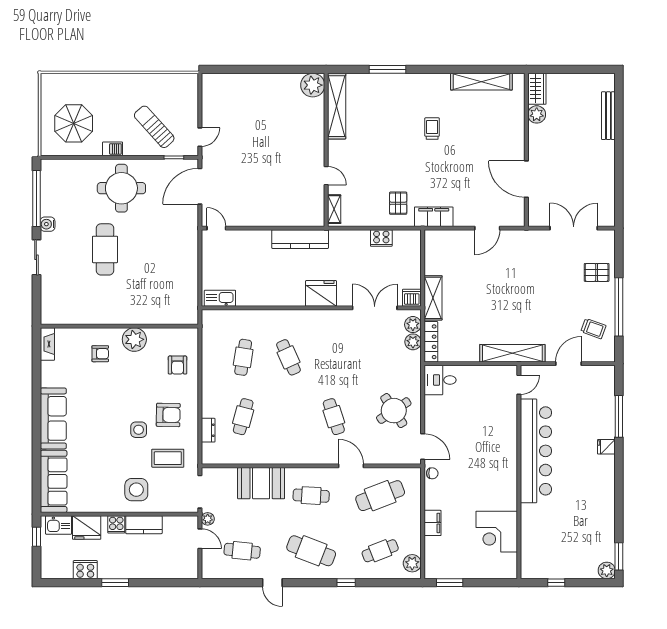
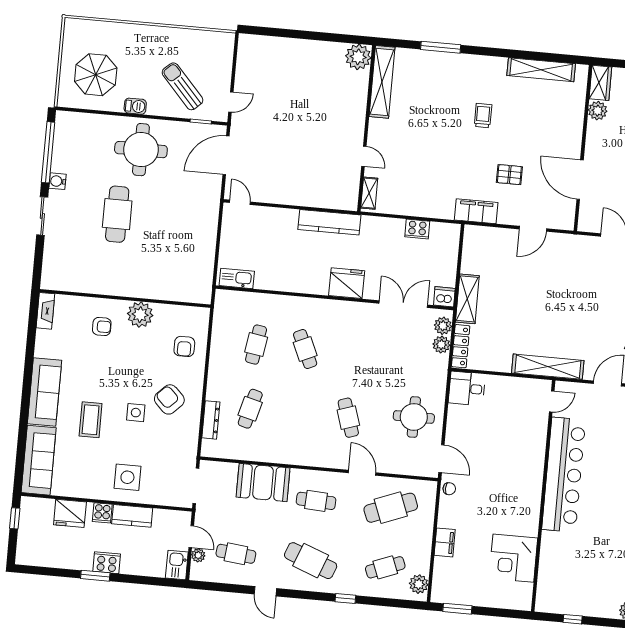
pallet: (398, 203) -> (509, 175), moved, turned 90
round table: (394, 411) -> (414, 417), turned 33
armchair: (168, 415) -> (169, 399), turned -136
dresser: (208, 430) -> (211, 420), width x1.44
coffee table: (168, 458) -> (91, 420), moved, turned 90
plant: (208, 519) -> (198, 555), moved
kitchen sink: (59, 525) -> (177, 565), moved, turned 90
cooker: (85, 570) -> (107, 563), moved

